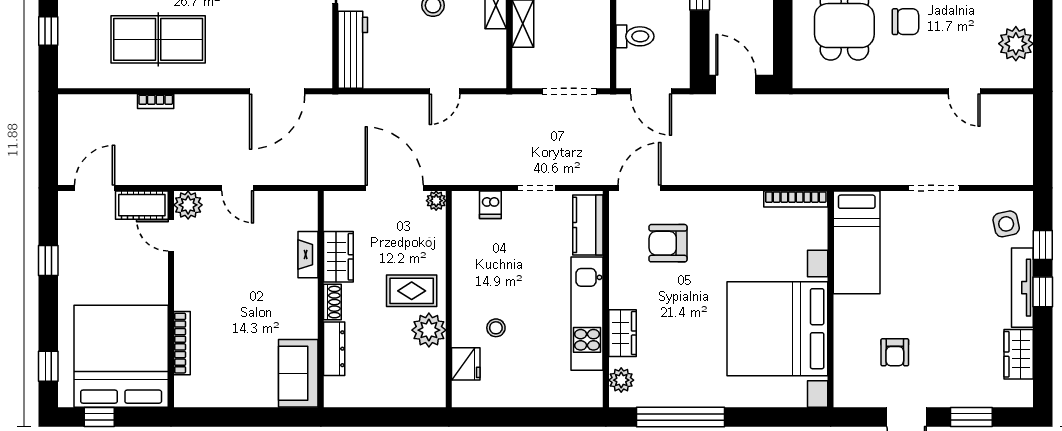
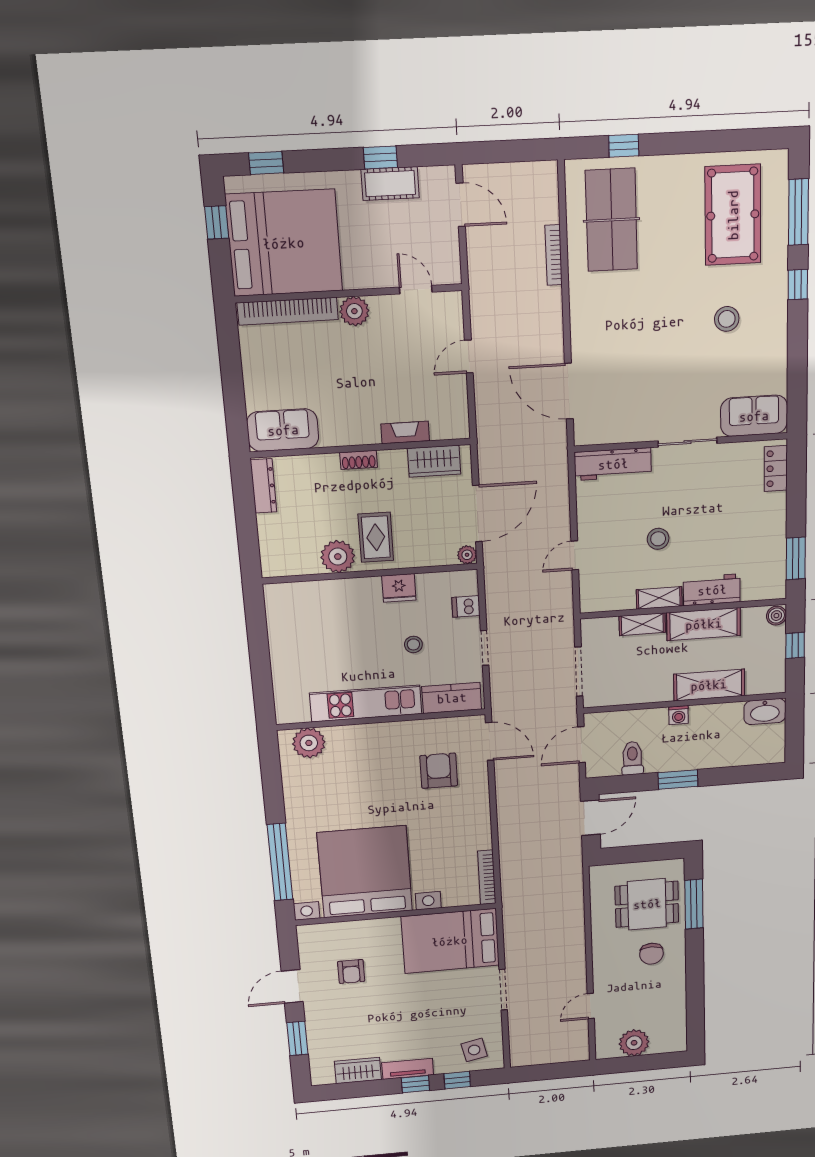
toilet: (635, 36) -> (632, 758), moved, turned 180
table tennis table: (158, 39) -> (611, 220), moved
door: (445, 91) -> (575, 555), hinge flipped
bookcase: (156, 101) -> (554, 255), width x1.56
cot: (142, 205) -> (390, 184), moved, turned 90
plant: (188, 205) -> (354, 311), moved
door: (171, 235) -> (416, 290), hinge flipped
bed: (857, 242) -> (450, 941), width x1.50
wardrobe: (338, 257) -> (434, 461), moved
tv unit: (1022, 288) -> (408, 1069), width x0.71
stool: (496, 328) -> (413, 644), moved
wardrobe: (622, 333) -> (350, 737), removed
bookcase: (182, 343) -> (288, 311), width x1.48, depth x1.31
dresser: (334, 349) -> (264, 486), moved, turned -90
armchair: (895, 352) -> (351, 971), turned -90
fridge: (466, 364) -> (399, 588), moved
plant: (621, 380) -> (309, 743), width x1.36, depth x1.36
window: (680, 417) -> (280, 862), moved

